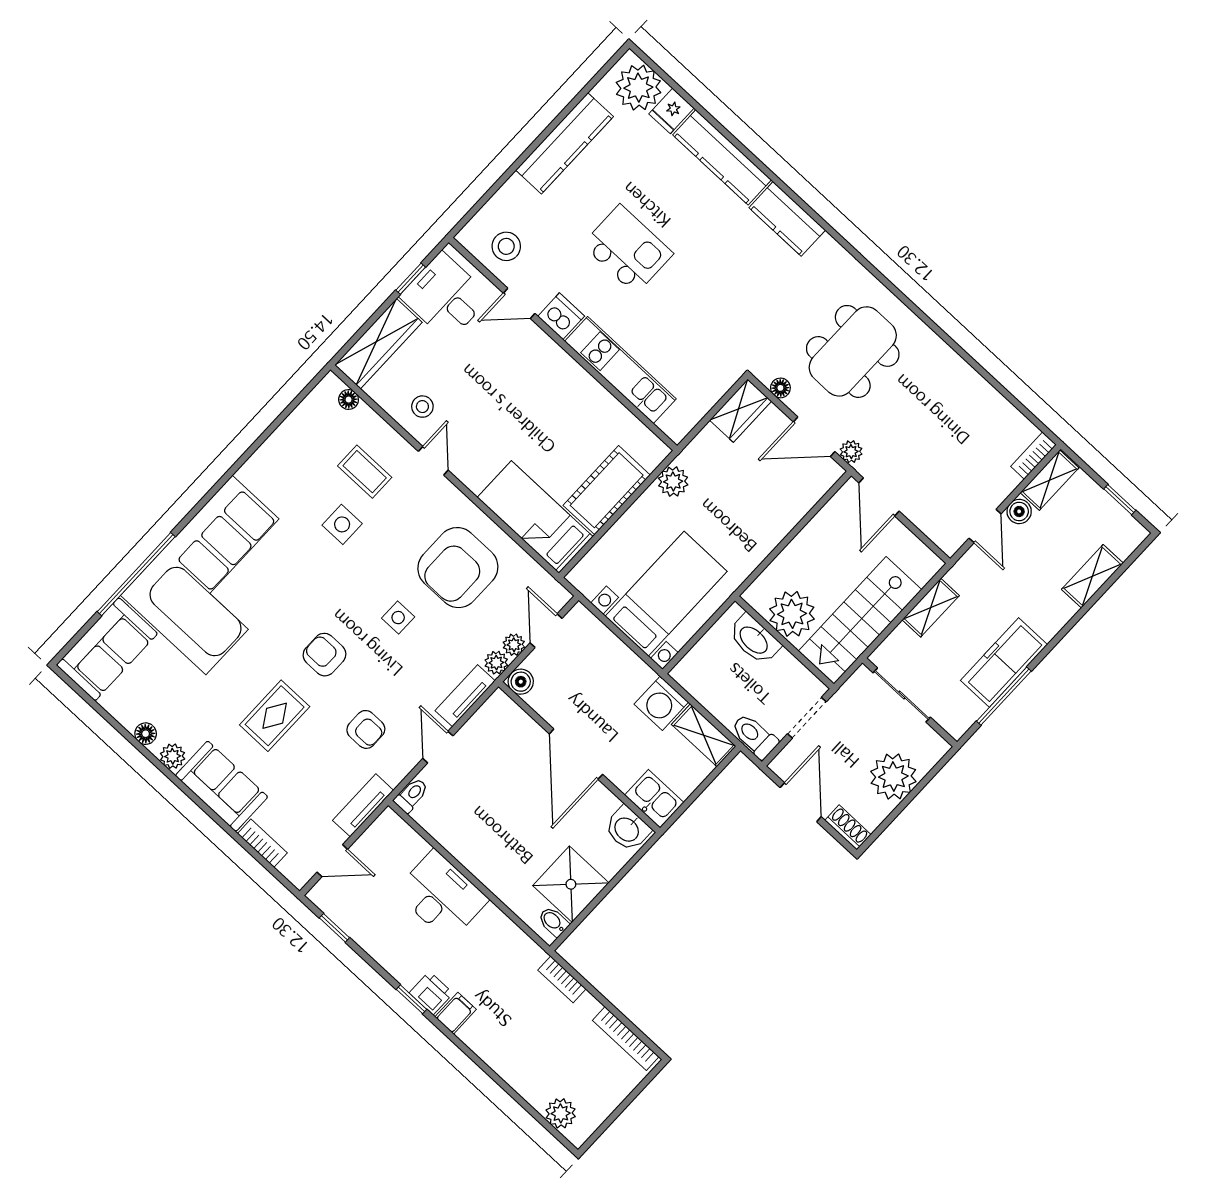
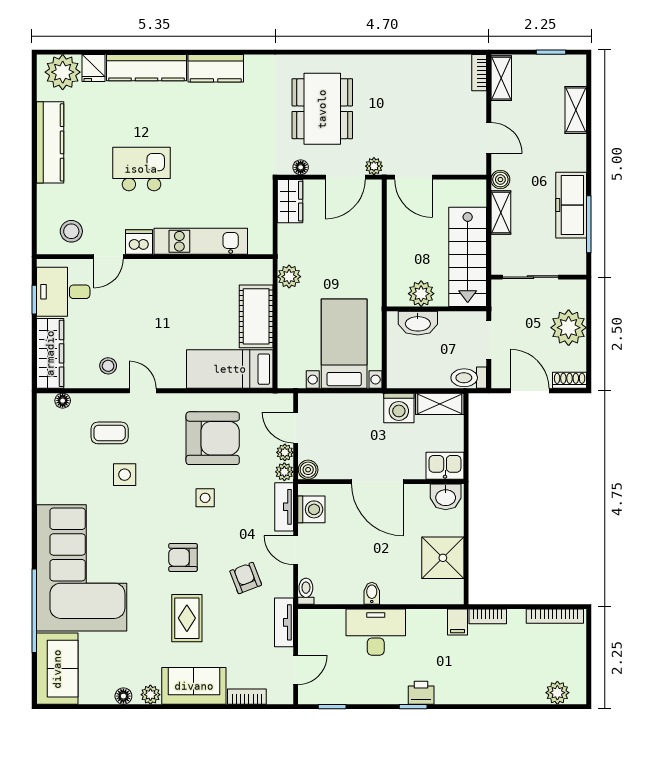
boiler: (1019, 511) -> (500, 180), moved
armchair: (458, 568) -> (213, 438), turned -90
plant: (792, 614) -> (421, 294), width x0.73, depth x0.73
washing machine: (489, 722) -> (311, 509), added
armchair: (366, 729) -> (246, 578), turned -111
bidet: (553, 922) -> (372, 593), moved, turned 90
filing cabinet: (456, 1013) -> (458, 622), moved, turned 180

